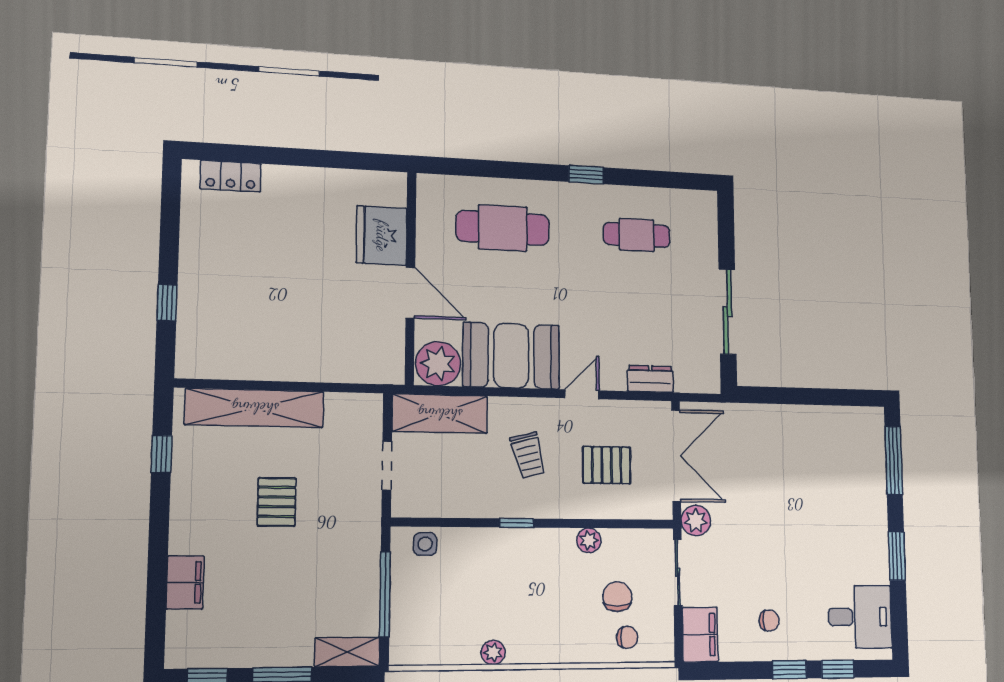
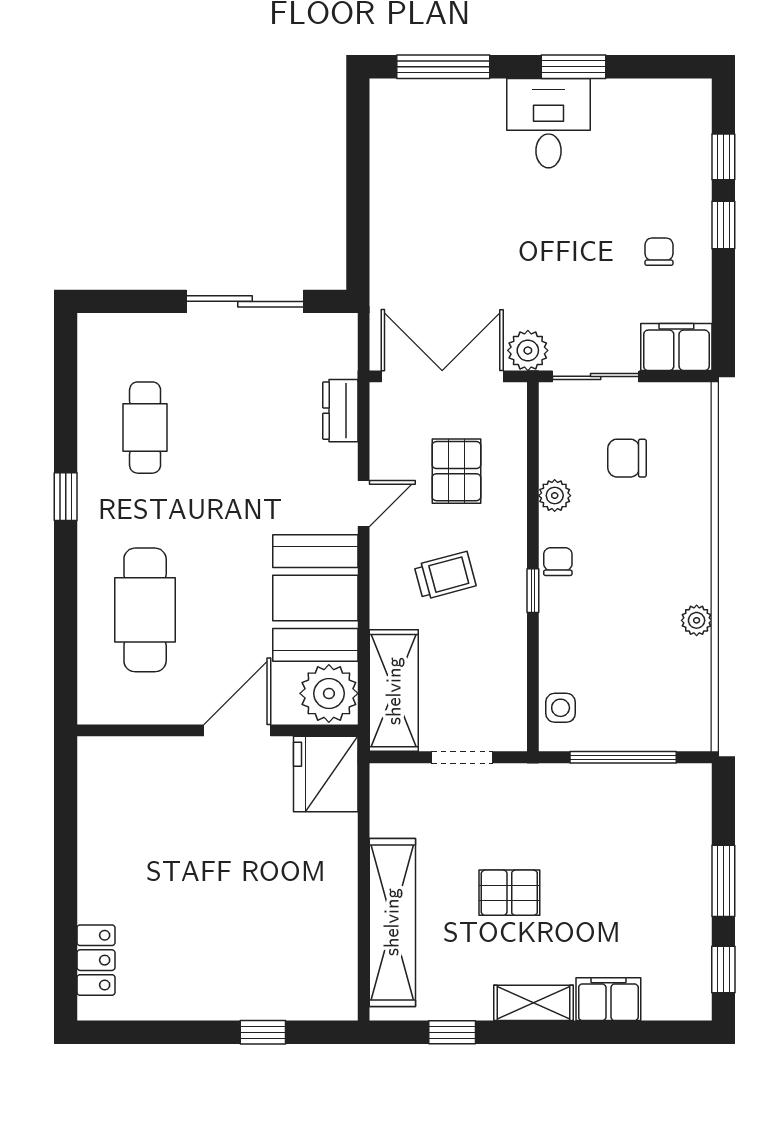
fridge: (382, 236) -> (326, 774), moved, turned 90
door: (582, 394) -> (364, 504), swing flipped
desk: (860, 617) -> (549, 123), moved
chair: (627, 637) -> (558, 562), moved
shelving: (347, 652) -> (534, 1003), moved, turned 90

